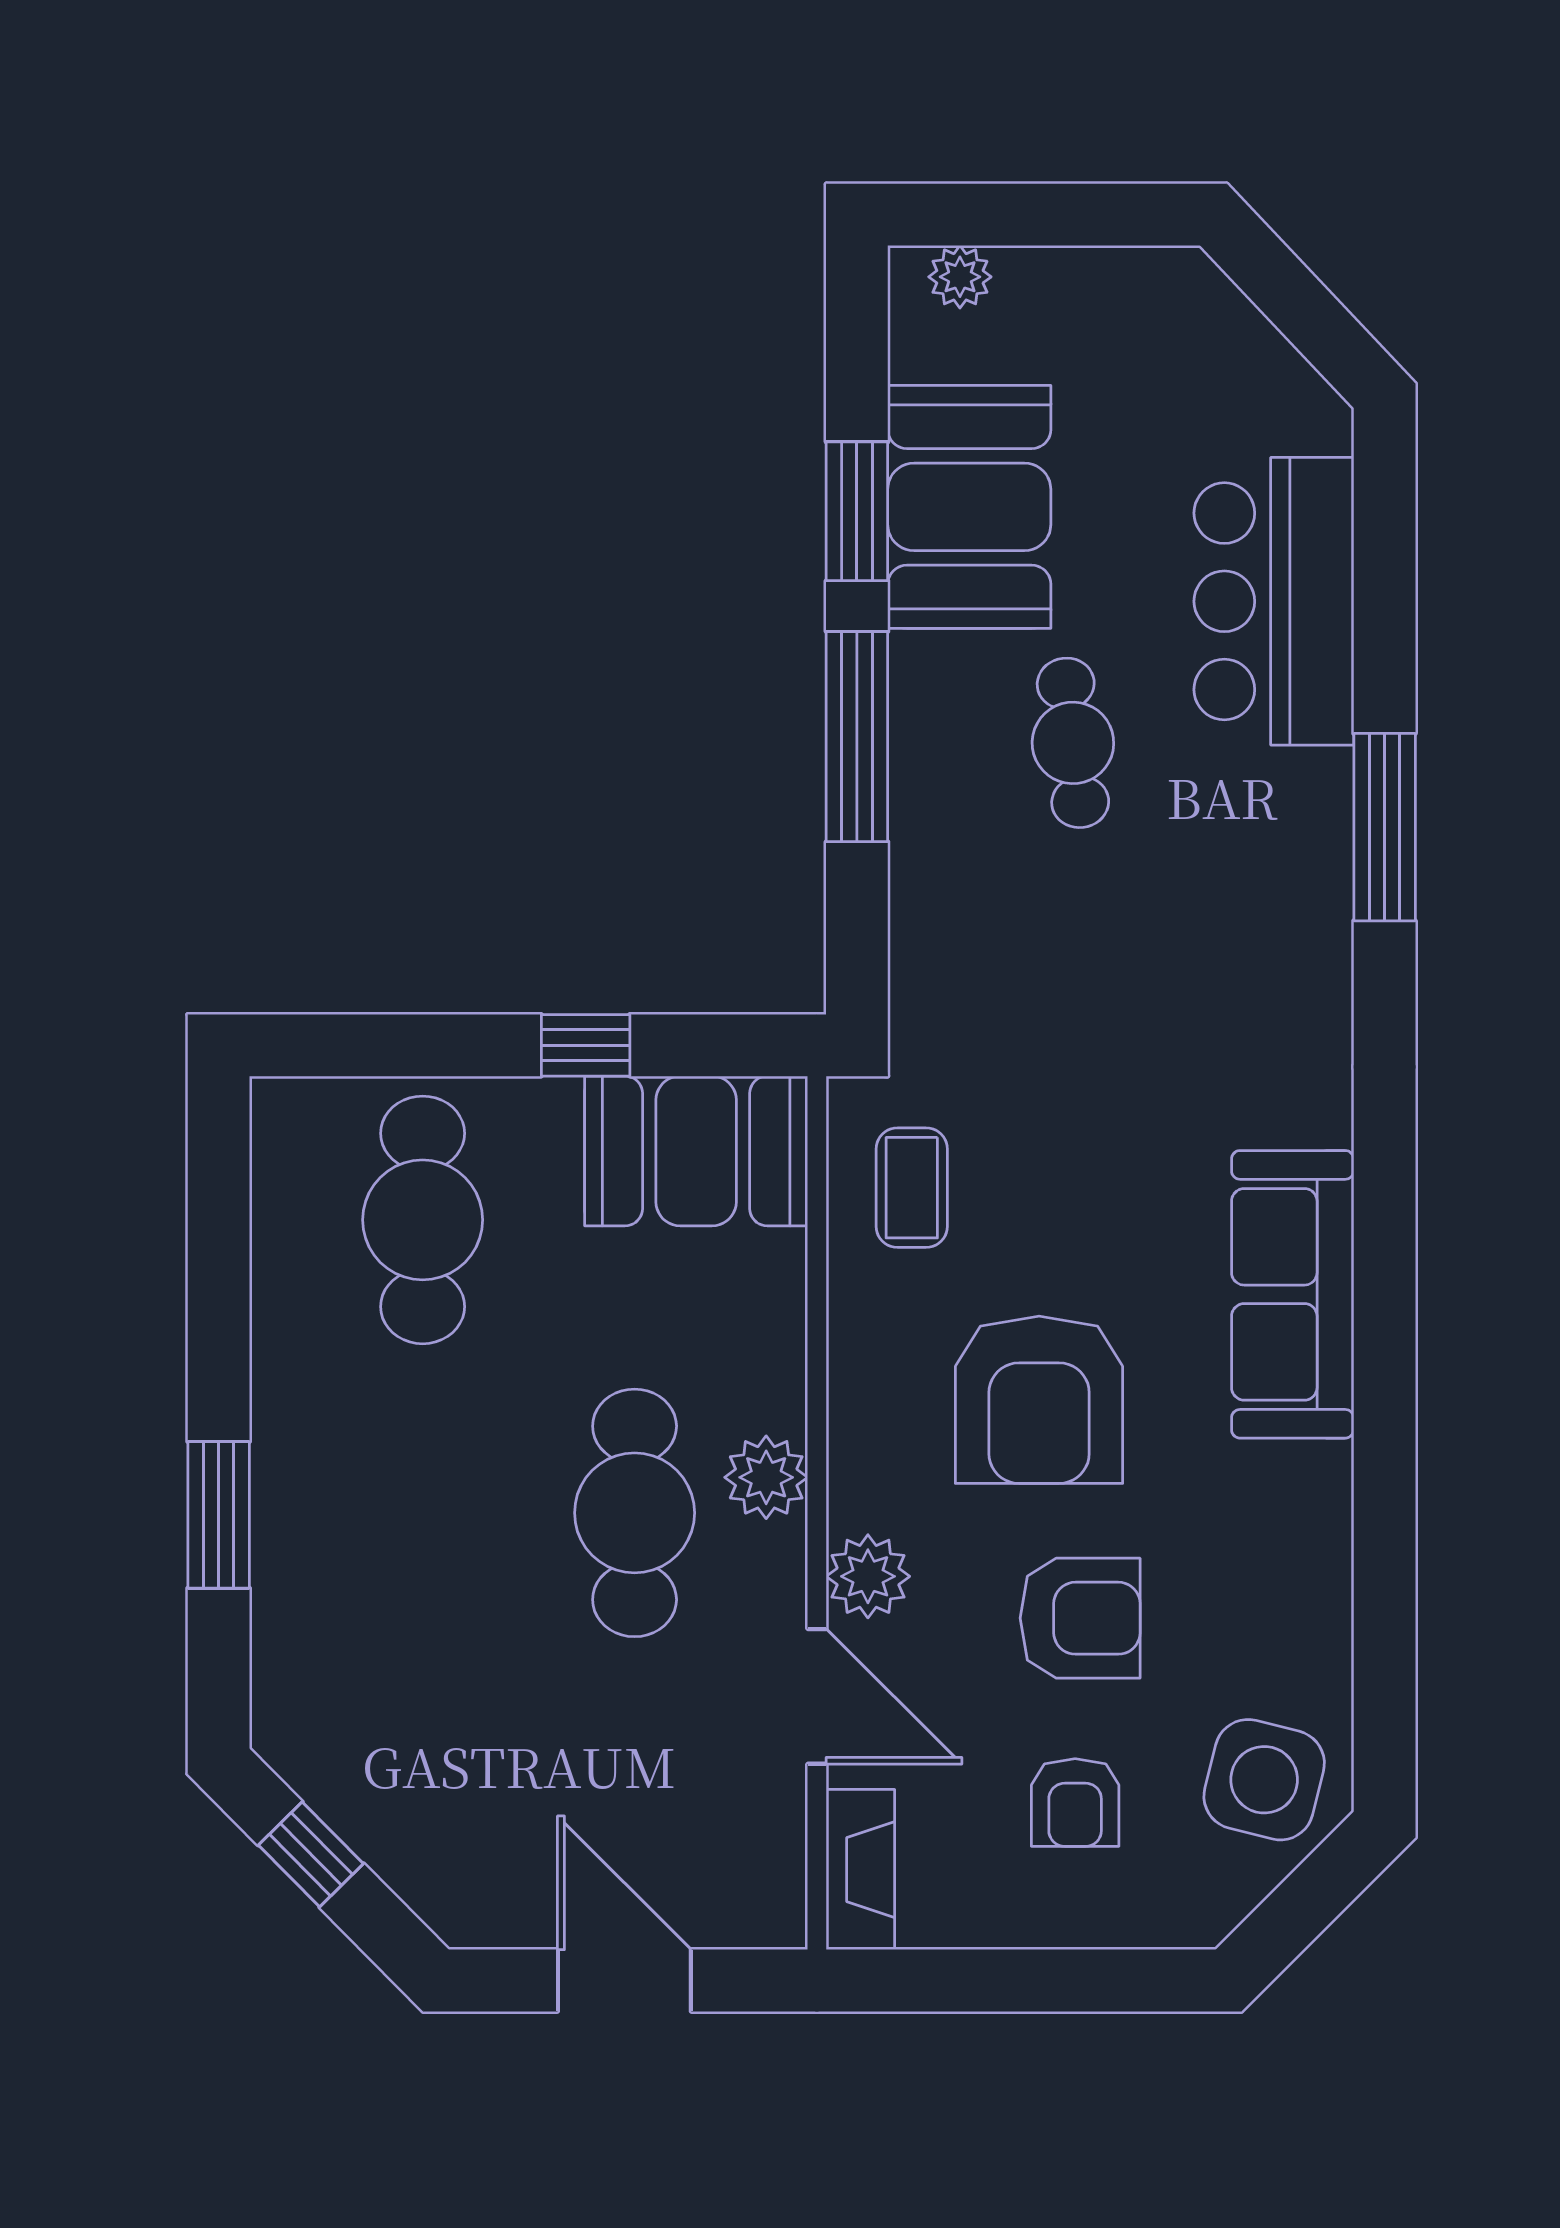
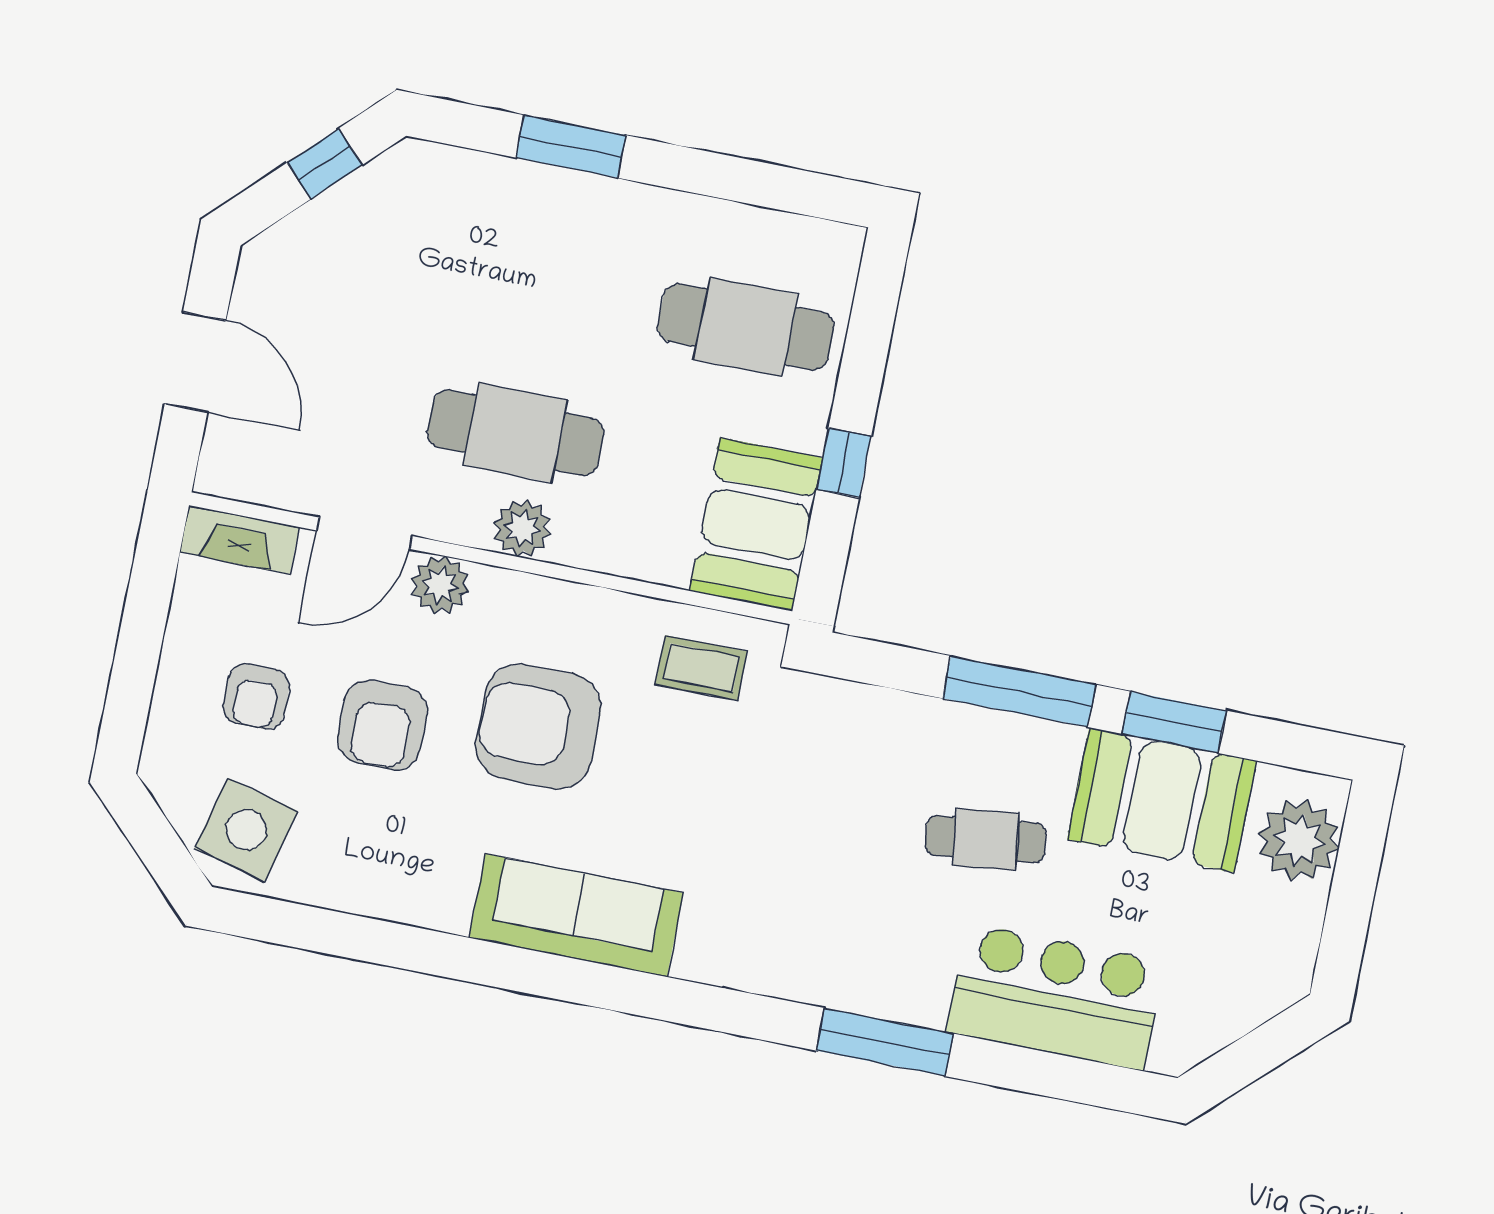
plant: (960, 277) -> (1299, 840), width x1.87, depth x1.87
armchair: (1075, 1803) -> (256, 696), turned -90
door: (624, 1981) -> (195, 362), hinge flipped

